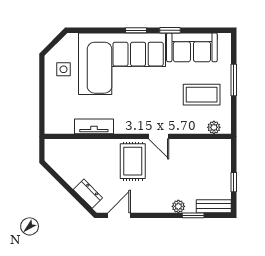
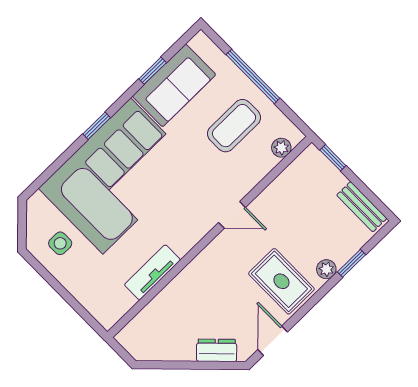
window: (170, 30) -> (153, 71), moved
window: (234, 80) -> (253, 76), width x1.44
rug: (133, 161) -> (281, 281), moved
window: (234, 182) -> (333, 158), moved
bench: (214, 206) -> (362, 207), moved, turned 90

